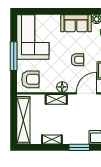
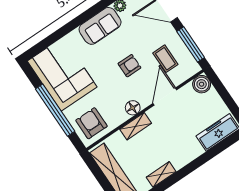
window: (14, 56) -> (55, 110), width x1.46
armchair: (30, 79) -> (91, 123), turned -90
window: (79, 147) -> (198, 163), removed

